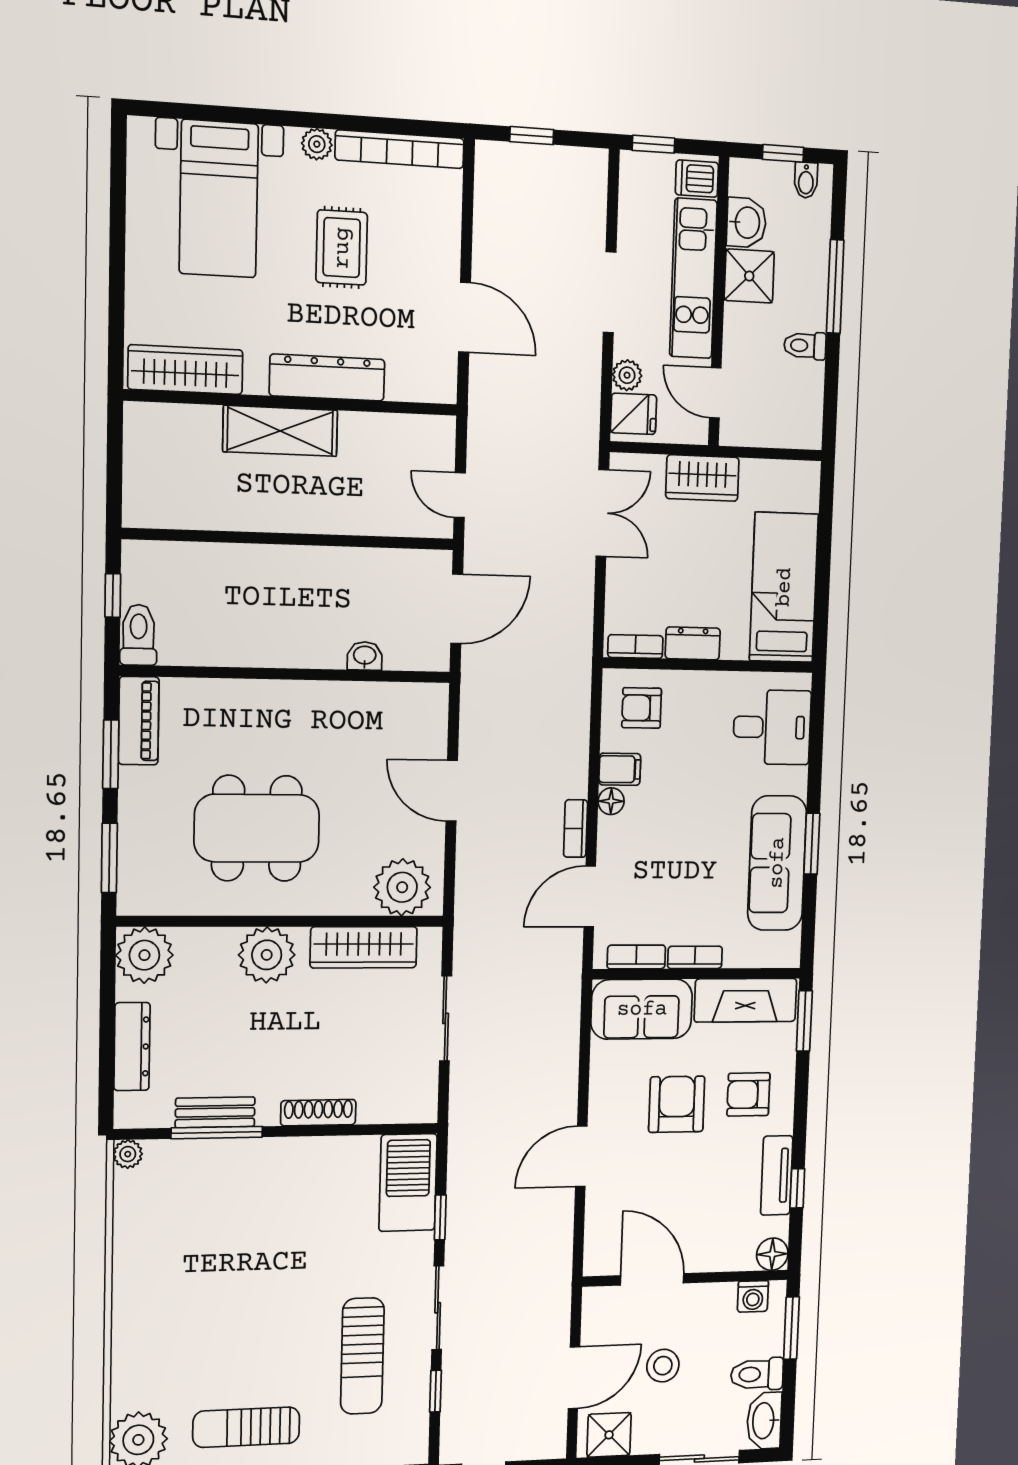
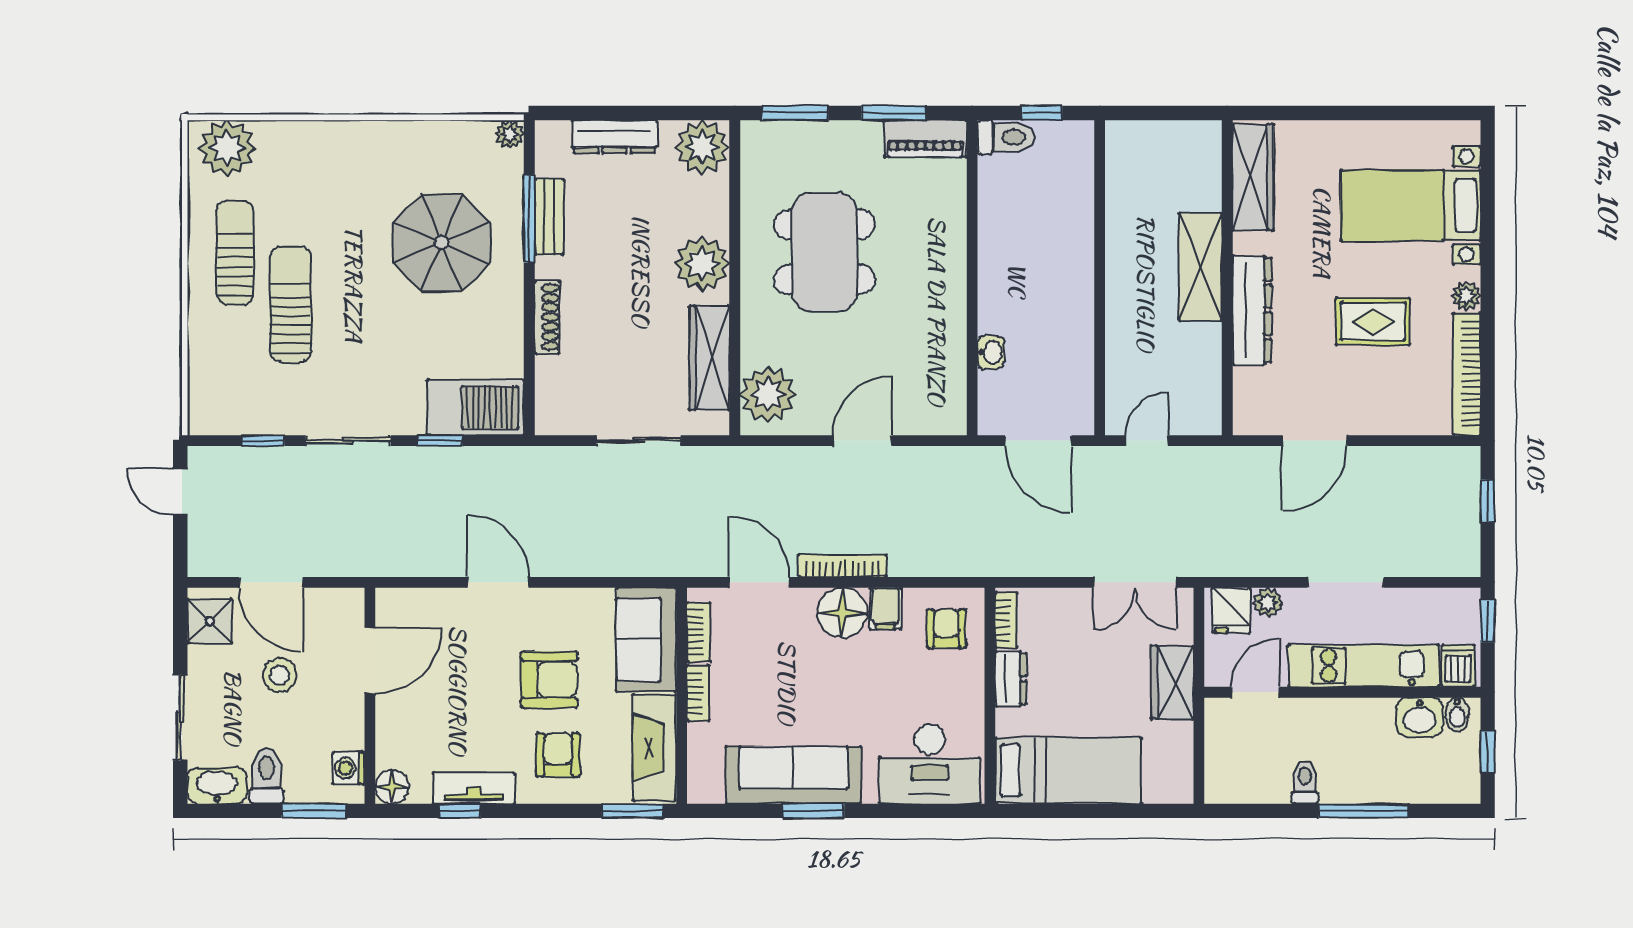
bidet: (806, 180) -> (1457, 714), moved, turned -90
shower: (749, 276) -> (1369, 722), removed
desk: (772, 727) -> (930, 764), width x1.37
floor lamp: (611, 801) -> (842, 613), width x1.89, depth x1.89
bookcase: (576, 829) -> (843, 566), width x1.56
parasol: (240, 1221) -> (442, 243), added
sun lounger: (362, 1356) -> (290, 304), moved, turned 90

